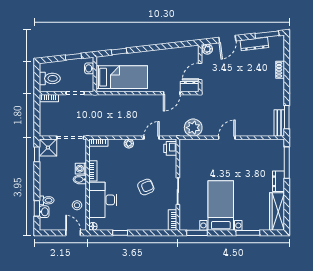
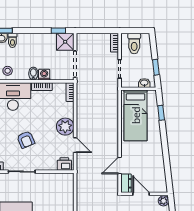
door: (172, 93) -> (120, 166), hinge flipped
plant: (193, 128) -> (85, 187), removed
plant: (129, 144) -> (65, 127), width x1.88, depth x1.88

